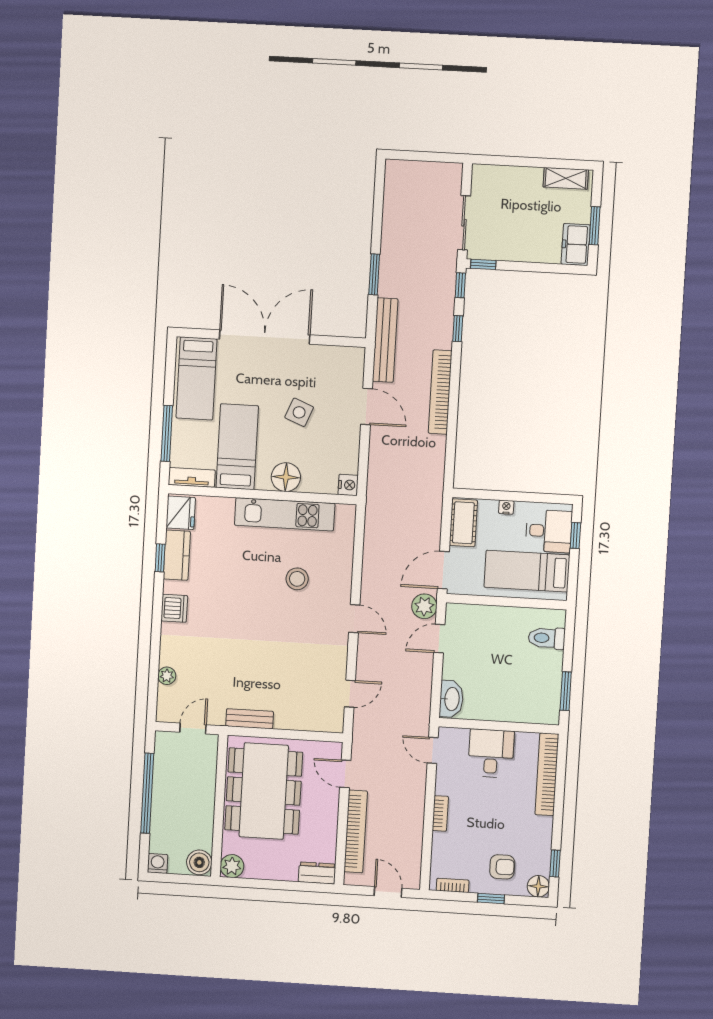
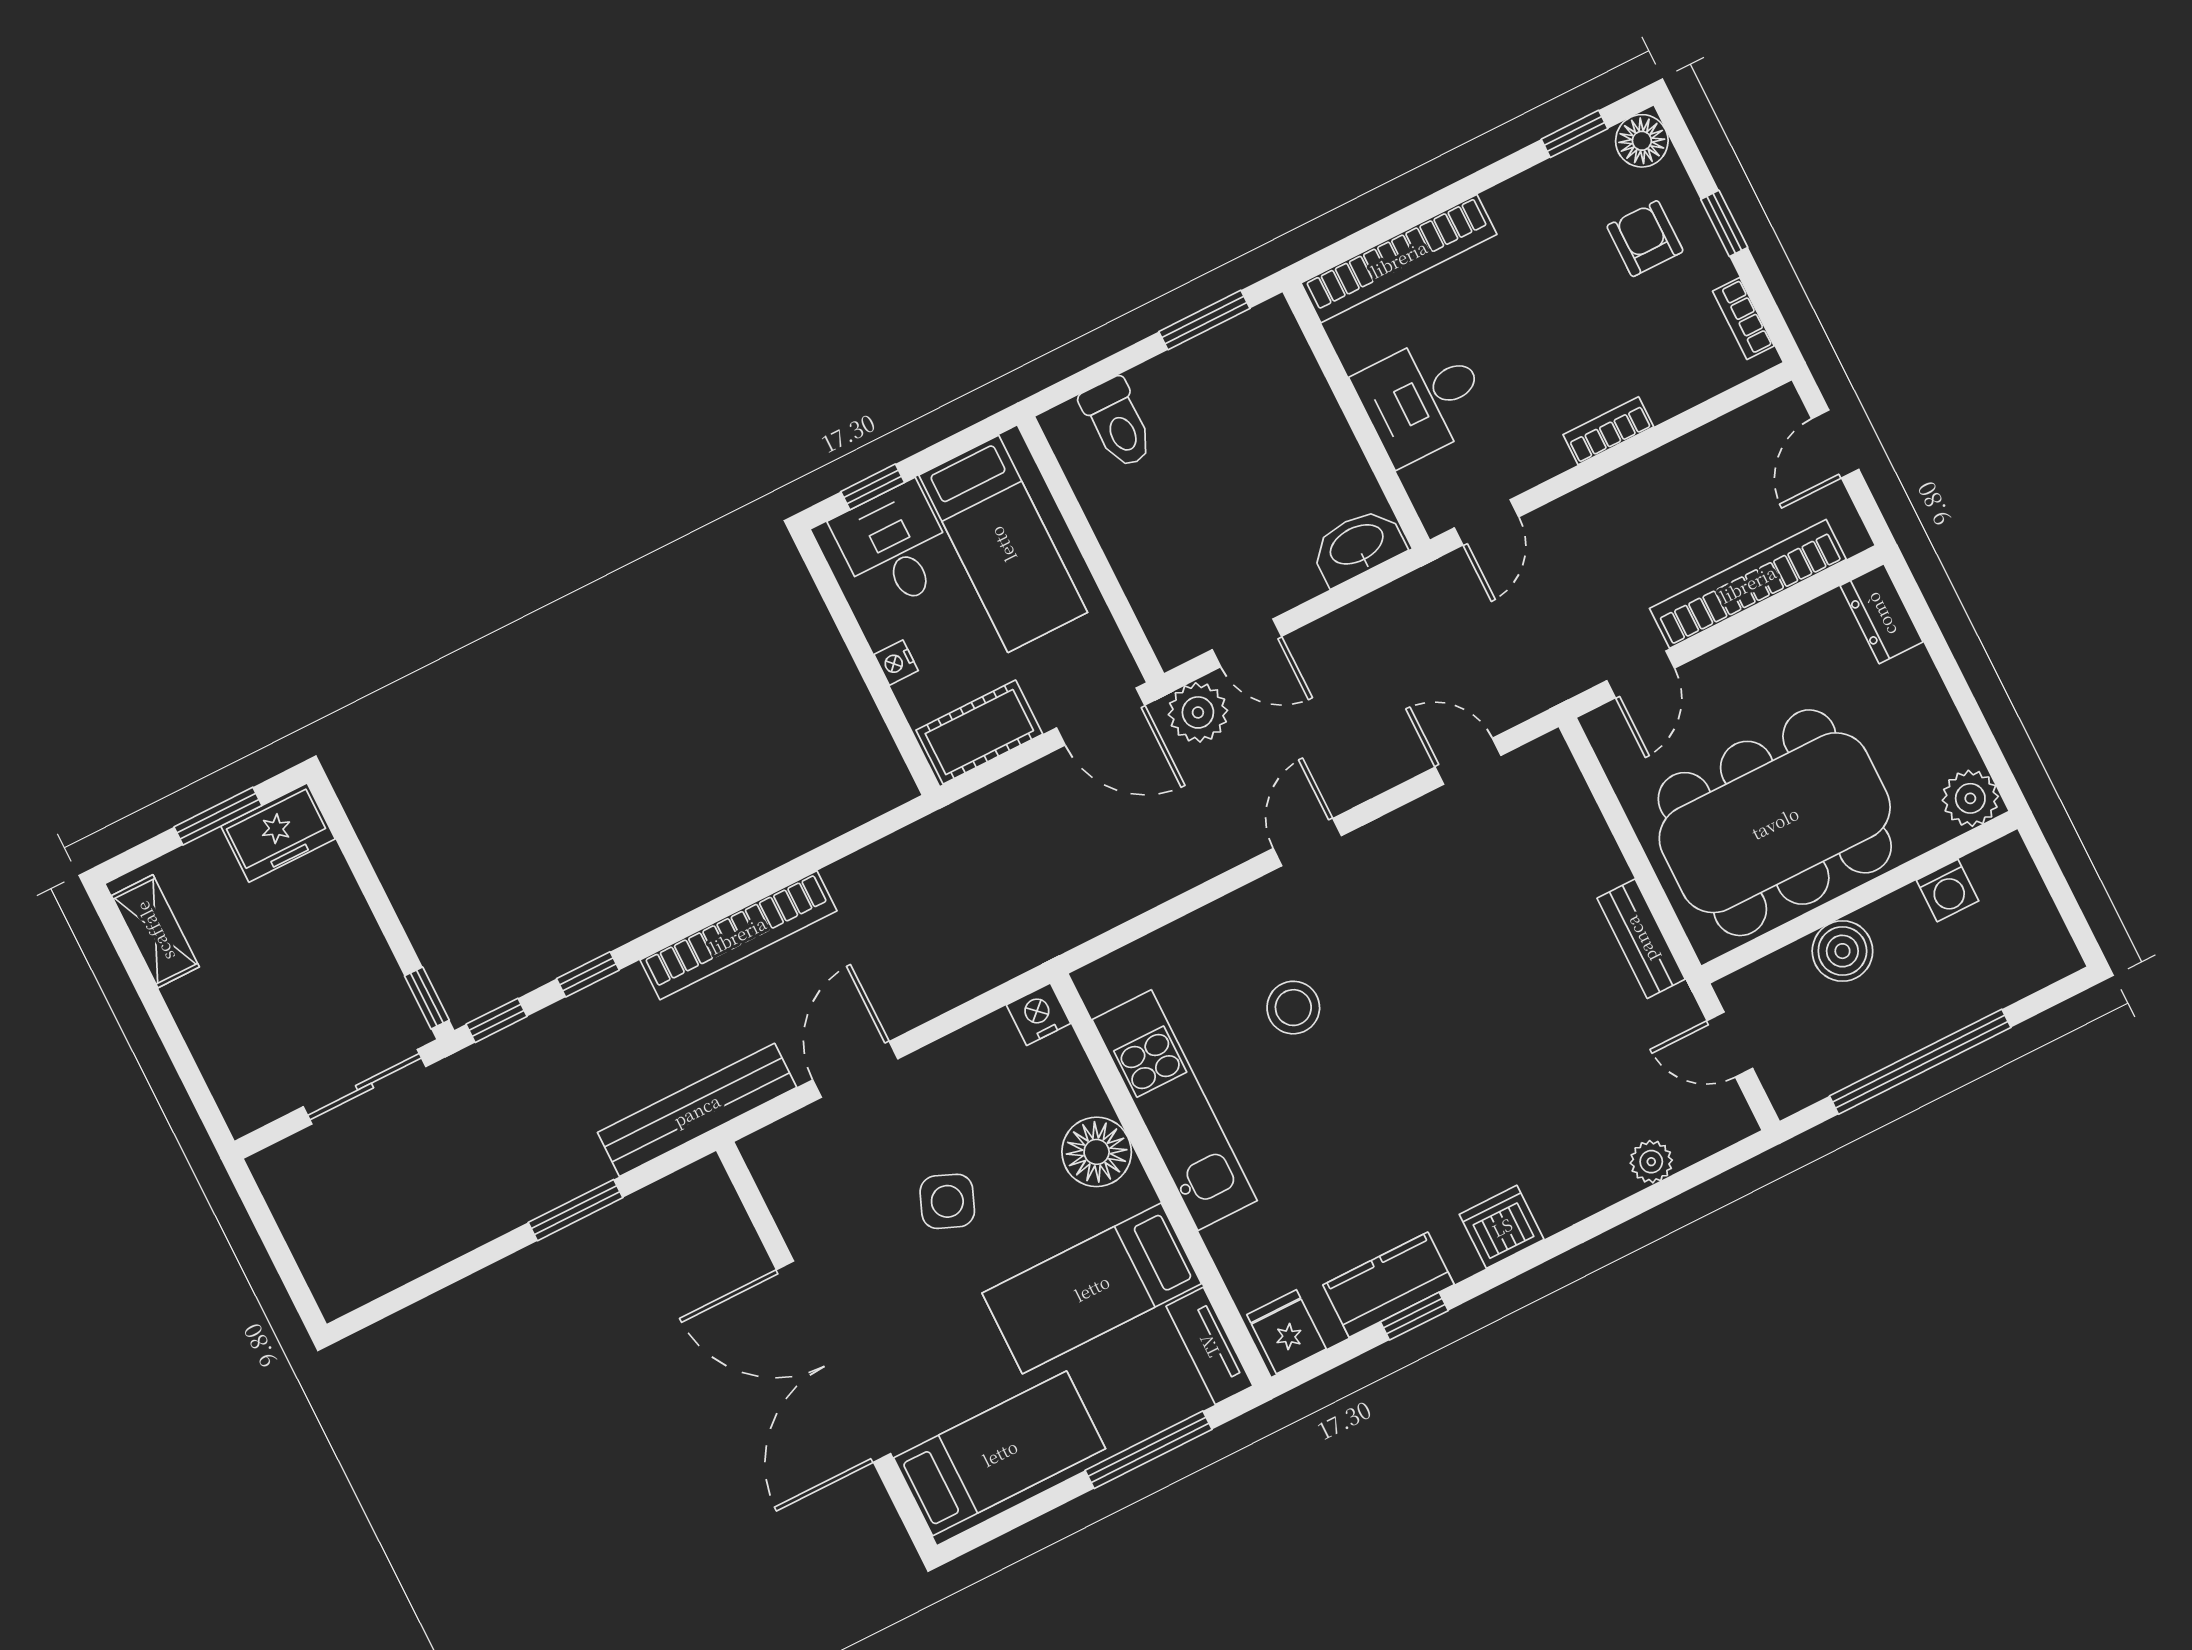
fridge: (181, 513) -> (1286, 1332), width x0.72
boiler: (199, 862) -> (1842, 951), moved
washing machine: (158, 863) -> (1948, 891), moved, turned -90

